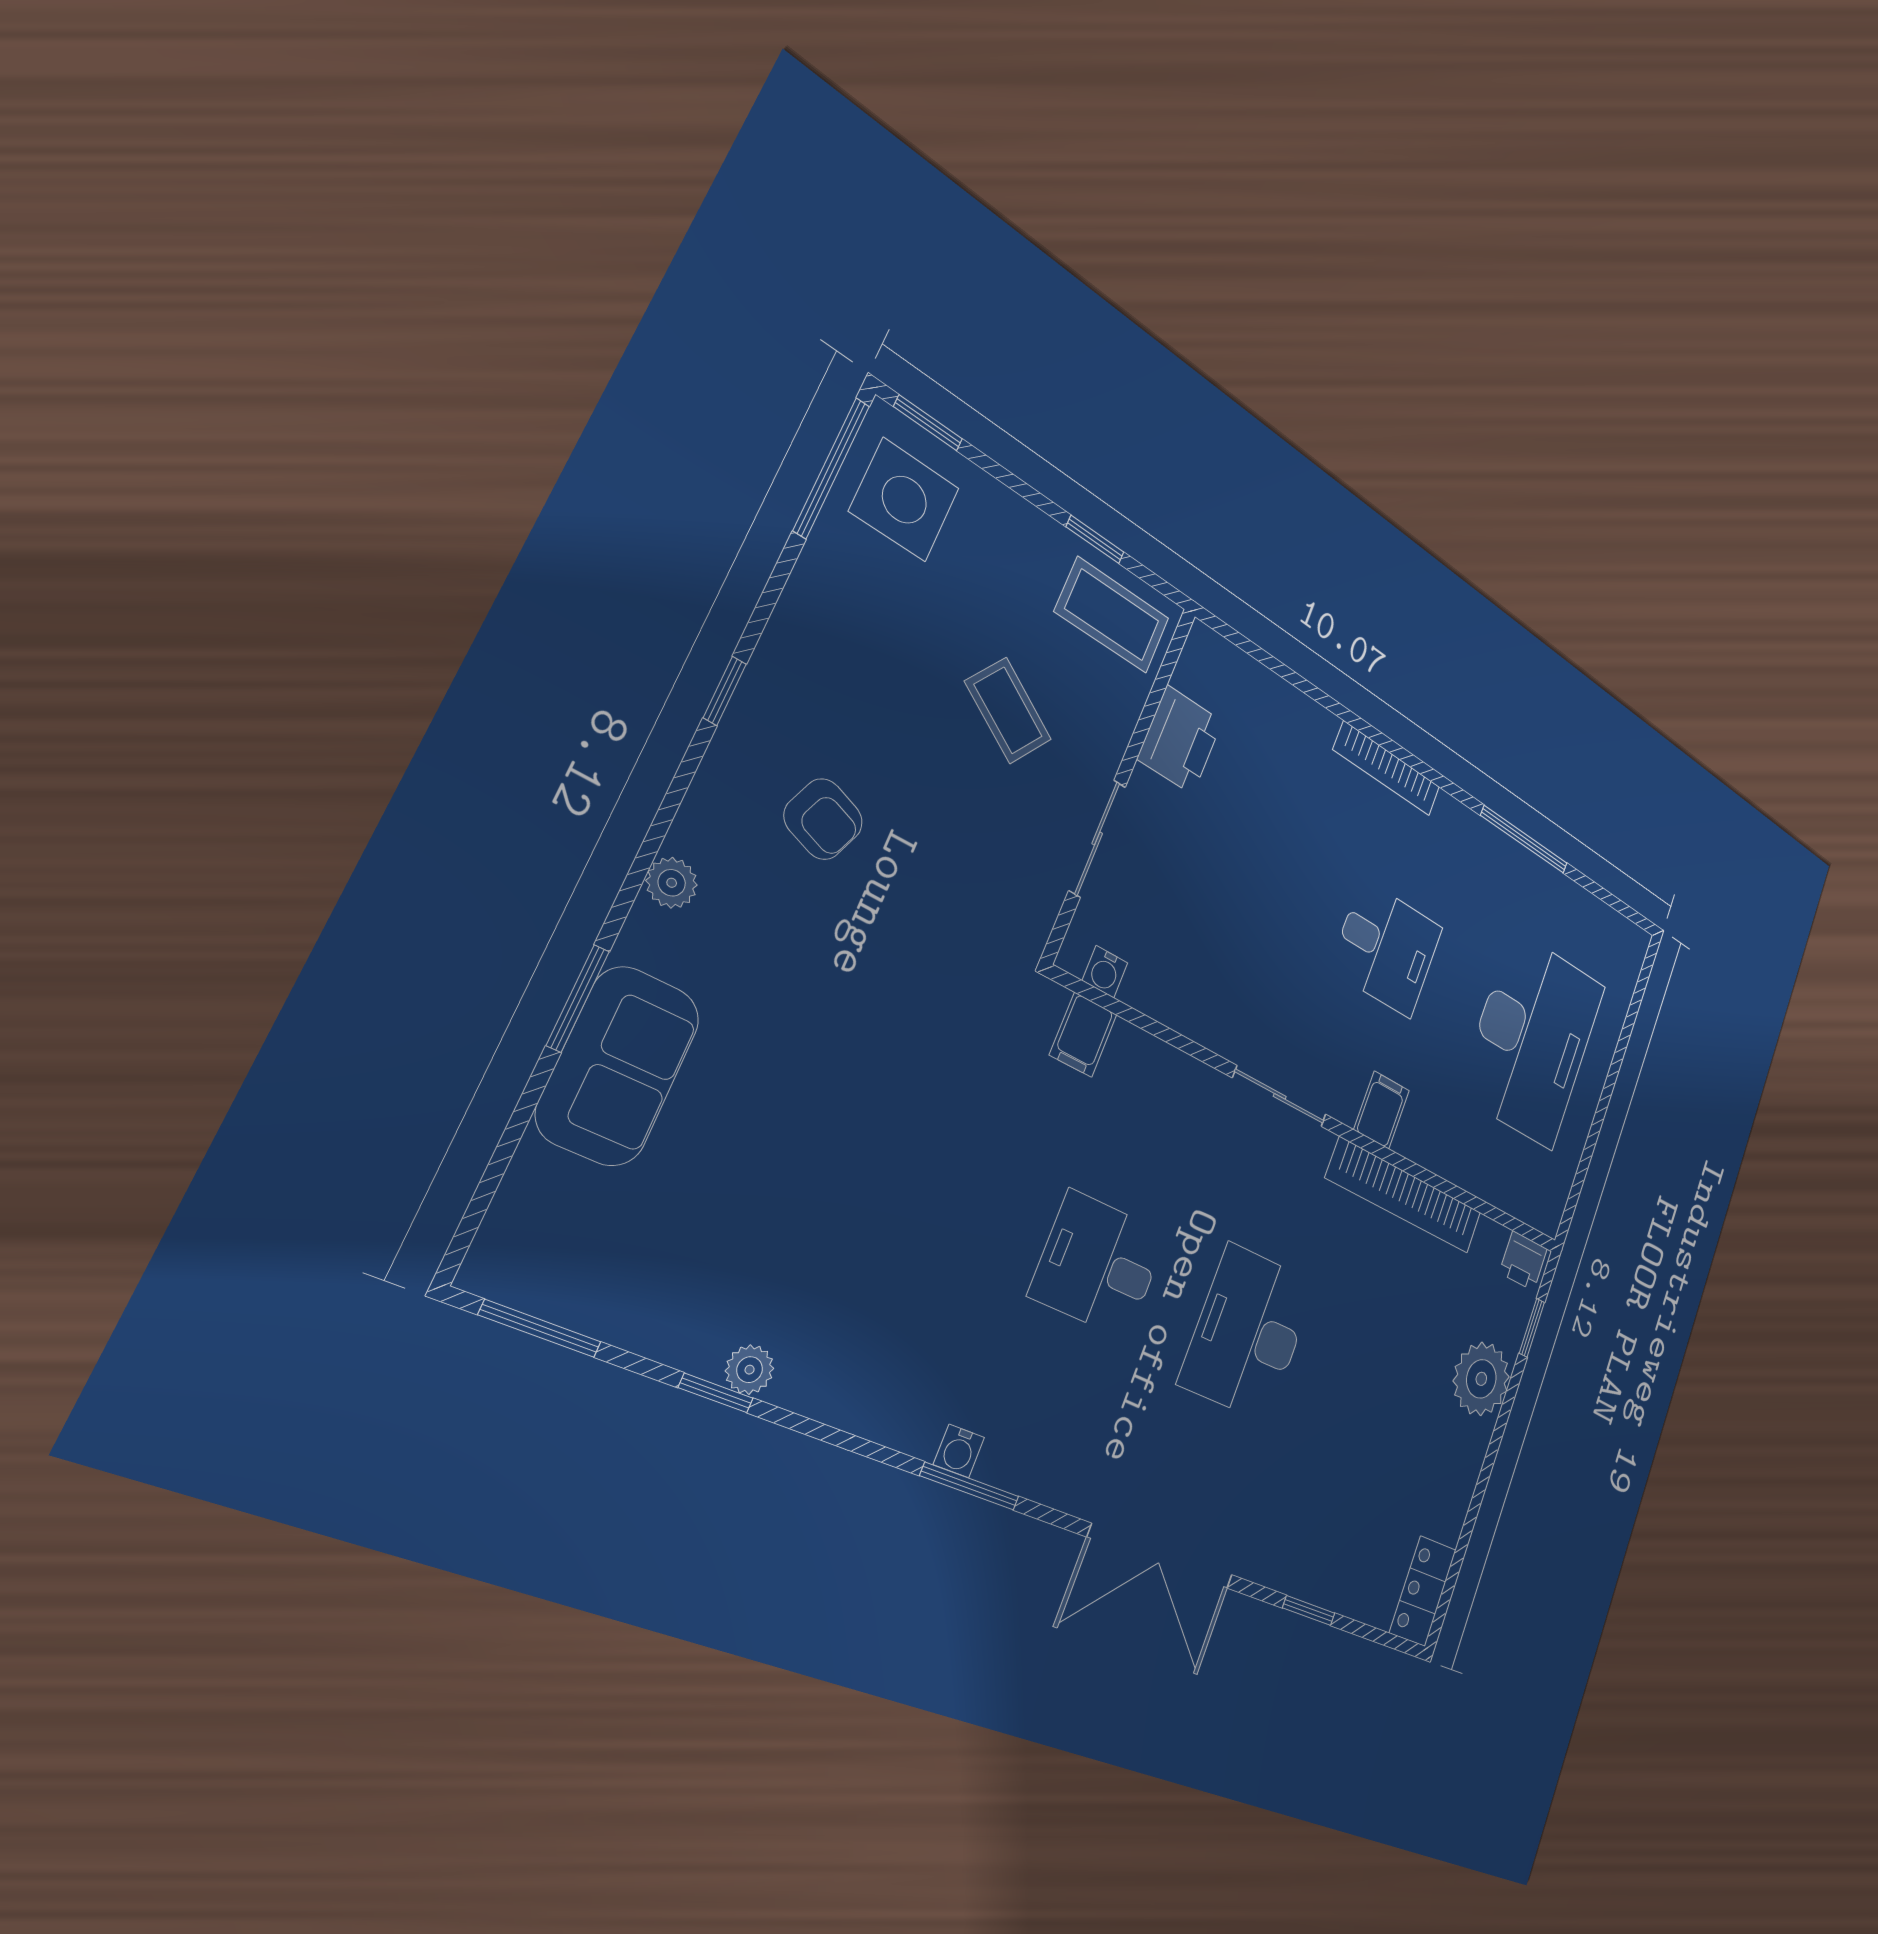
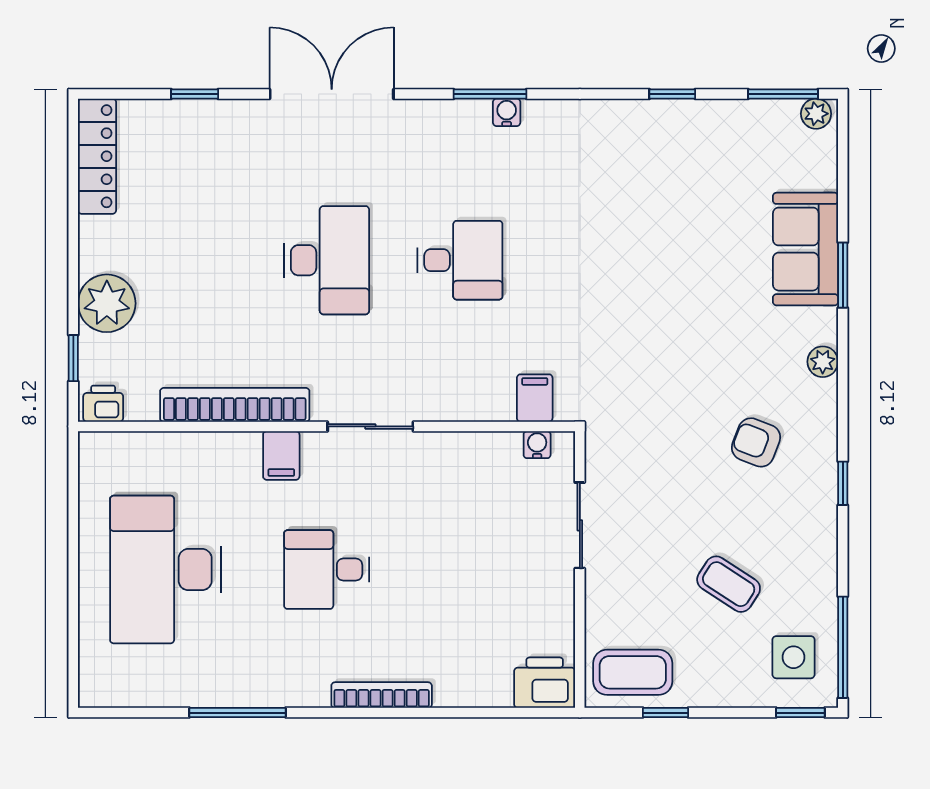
side table: (904, 500) -> (793, 657), width x0.73, depth x0.73
coffee table: (1008, 711) -> (729, 584), moved
printer: (1180, 740) -> (545, 683), moved, turned 90
plant: (750, 1370) -> (816, 114), moved
locker: (1423, 1591) -> (97, 156), width x1.53

